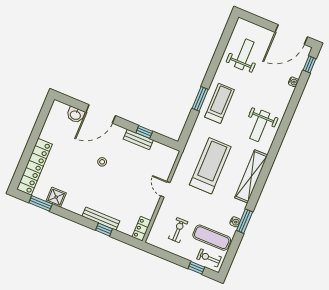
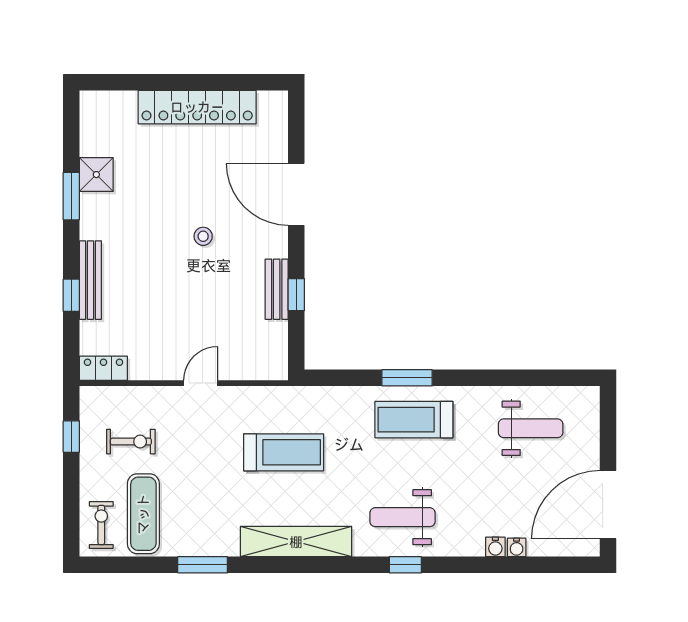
door: (291, 34) -> (608, 505), hinge flipped
window: (309, 64) -> (405, 565), moved
treadmill: (219, 103) -> (414, 420), turned 180
washbasin: (75, 115) -> (274, 146), removed
treadmill: (210, 166) -> (284, 452), width x0.73, depth x0.73
locker: (35, 167) -> (197, 107), moved
window: (41, 203) -> (71, 196), moved
water cooler: (235, 222) -> (495, 547), moved
window: (196, 268) -> (71, 437), moved

